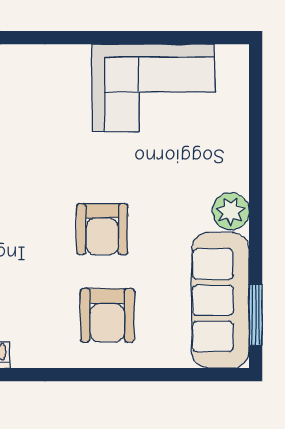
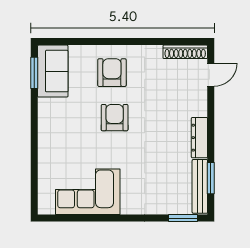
plant: (231, 211) -> (47, 127), removed
sofa: (220, 300) -> (53, 71), width x0.73

